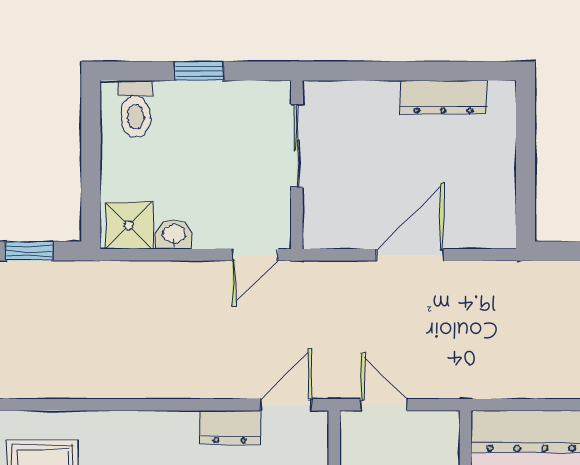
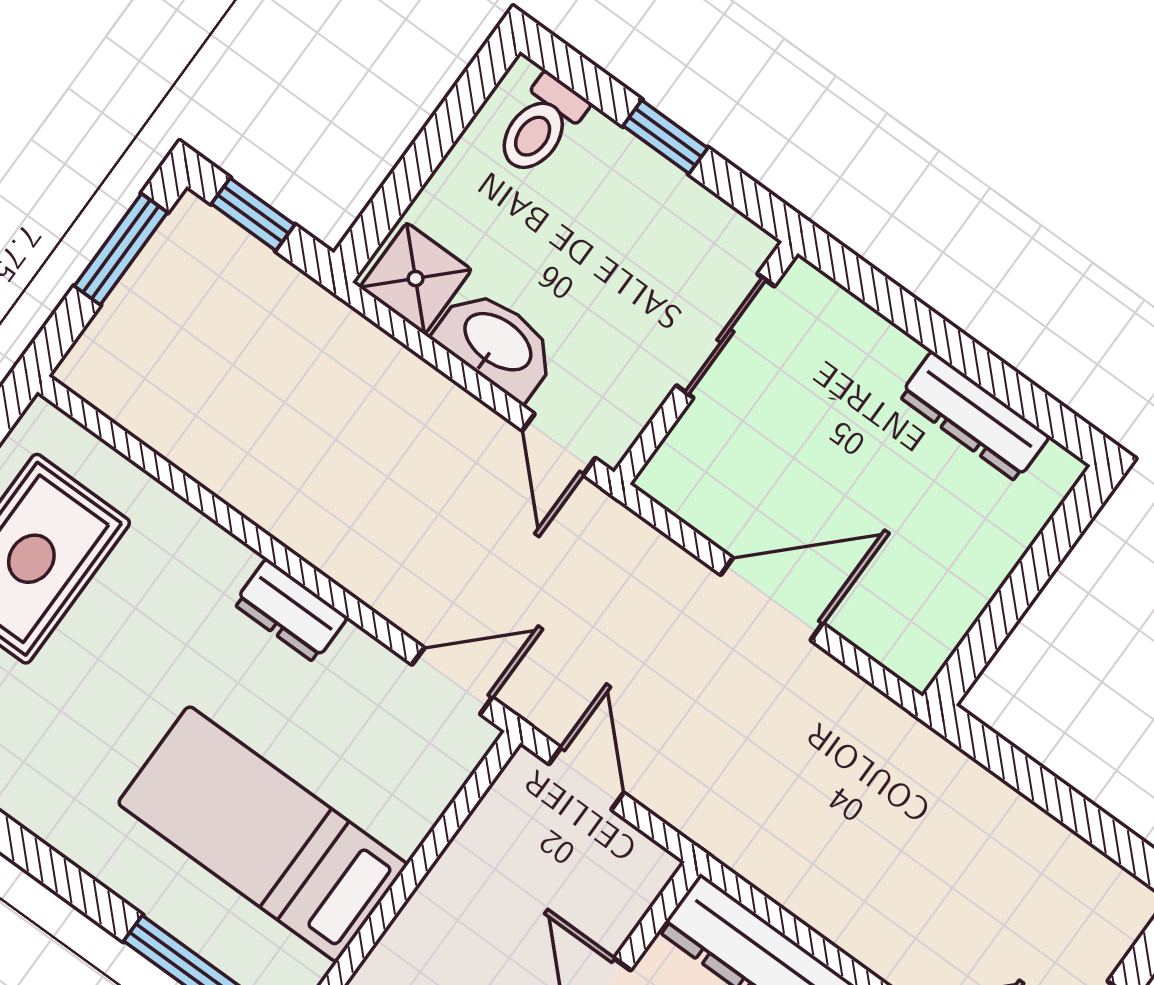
washbasin: (174, 235) -> (497, 343), width x1.91, depth x1.45
door: (255, 255) -> (559, 444), hinge flipped
dresser: (230, 427) -> (290, 611), moved

